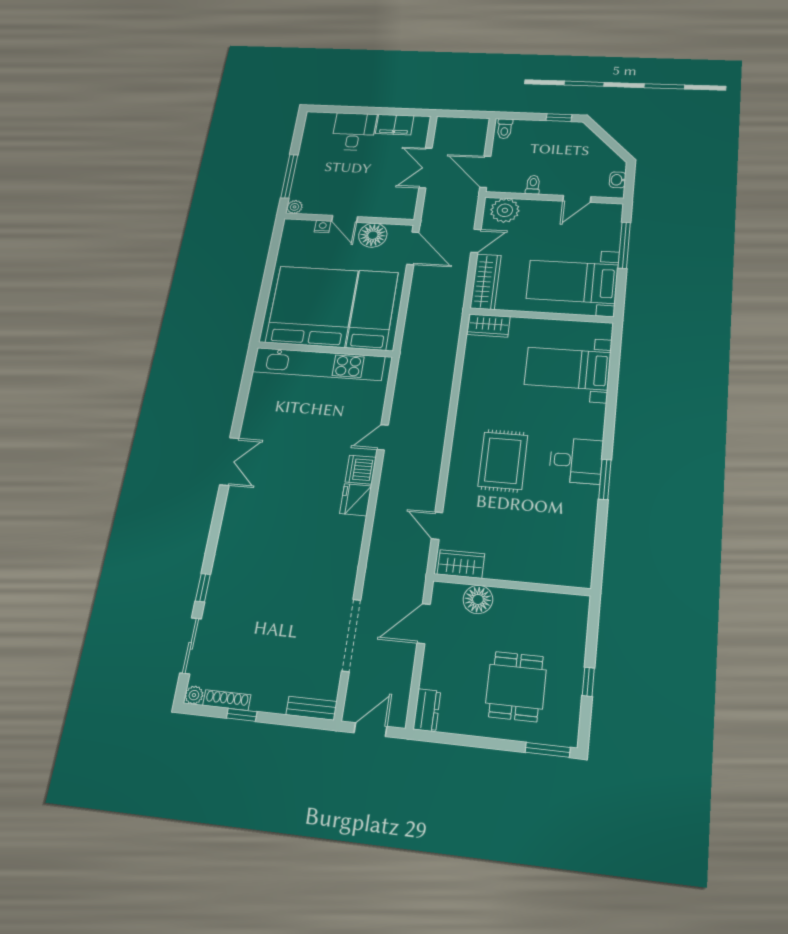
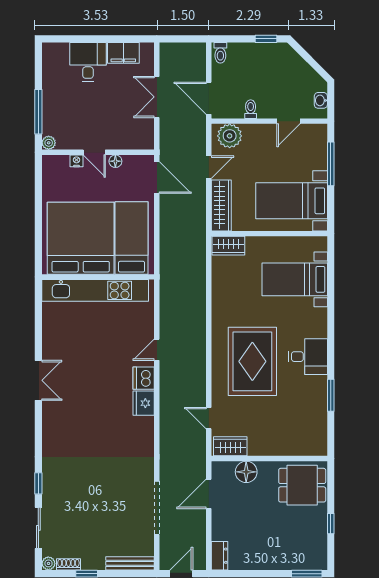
floor lamp: (373, 235) -> (115, 161), width x0.53, depth x0.53
rug: (503, 461) -> (252, 361), width x1.37, depth x1.44
window: (605, 479) -> (331, 395), moved
dining table: (516, 686) -> (302, 485), moved, turned 90
shoe rack: (227, 700) -> (68, 564), width x0.70
bench: (311, 708) -> (130, 563), width x1.36

